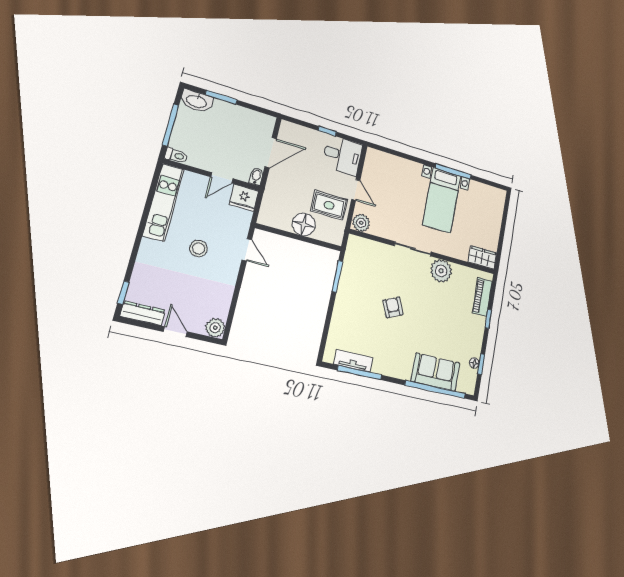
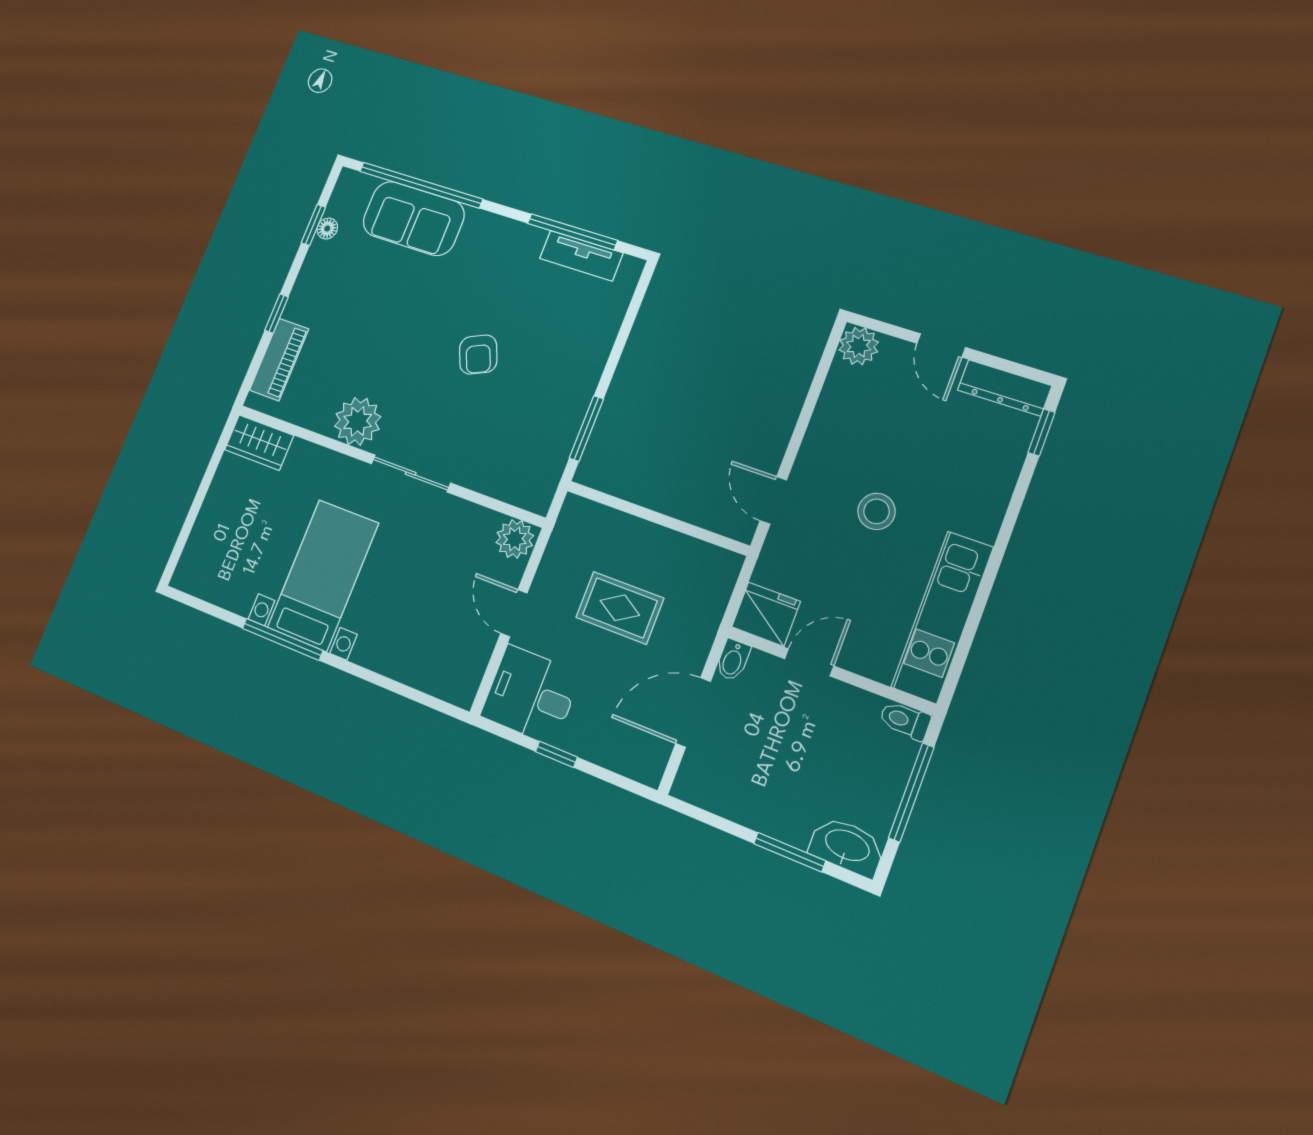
rug: (329, 205) -> (620, 608), moved
floor lamp: (304, 224) -> (642, 545), removed

